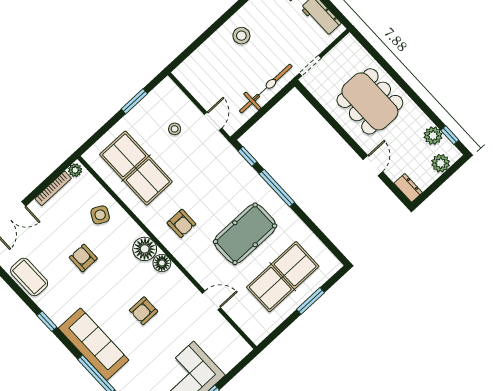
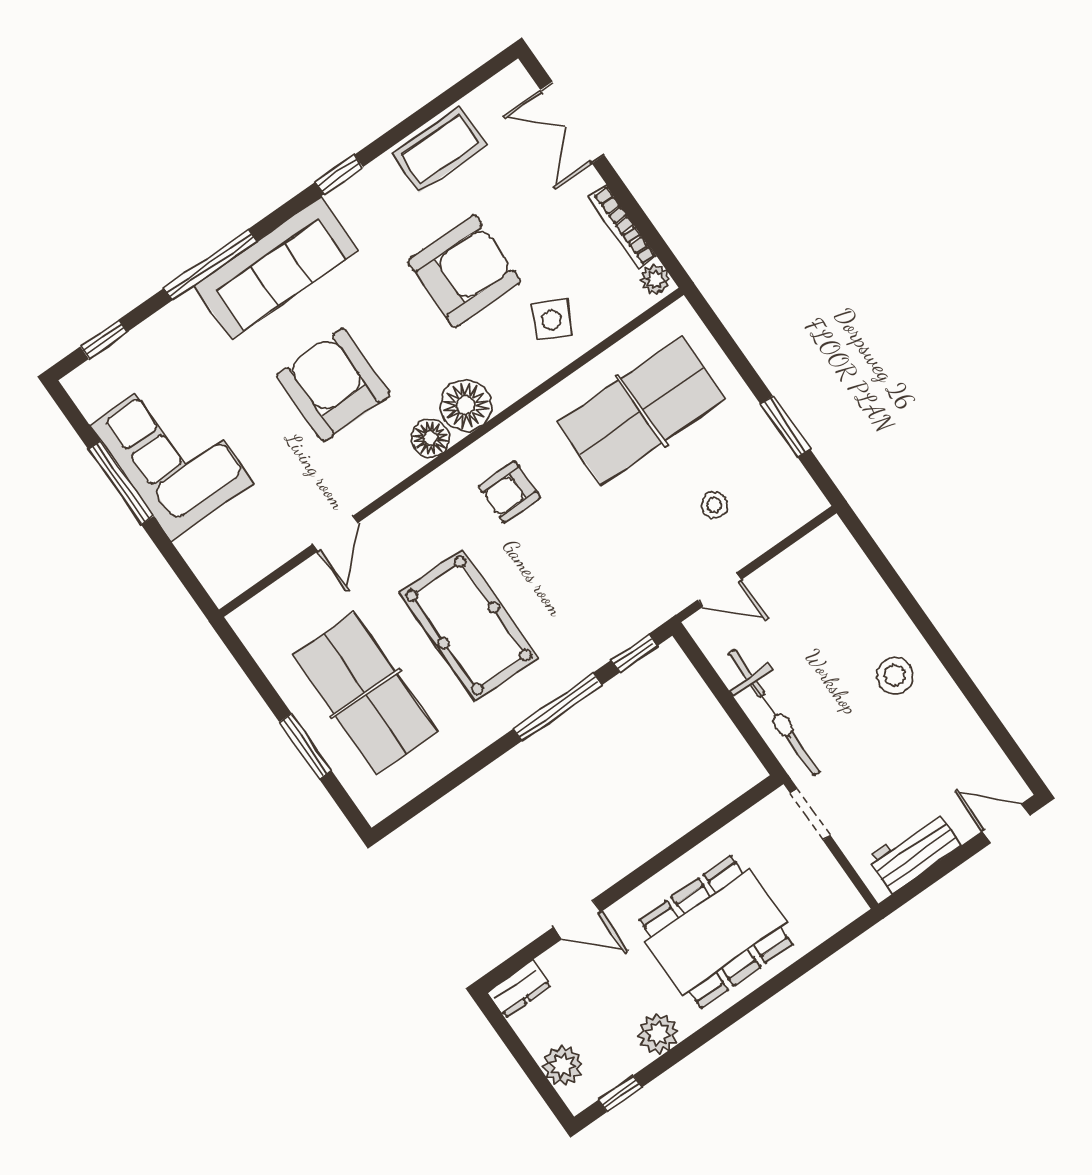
plant: (433, 136) -> (658, 1033), moved
armchair: (83, 258) -> (464, 271), width x1.88, depth x1.88
armchair: (144, 311) -> (333, 385), width x1.88, depth x1.88

